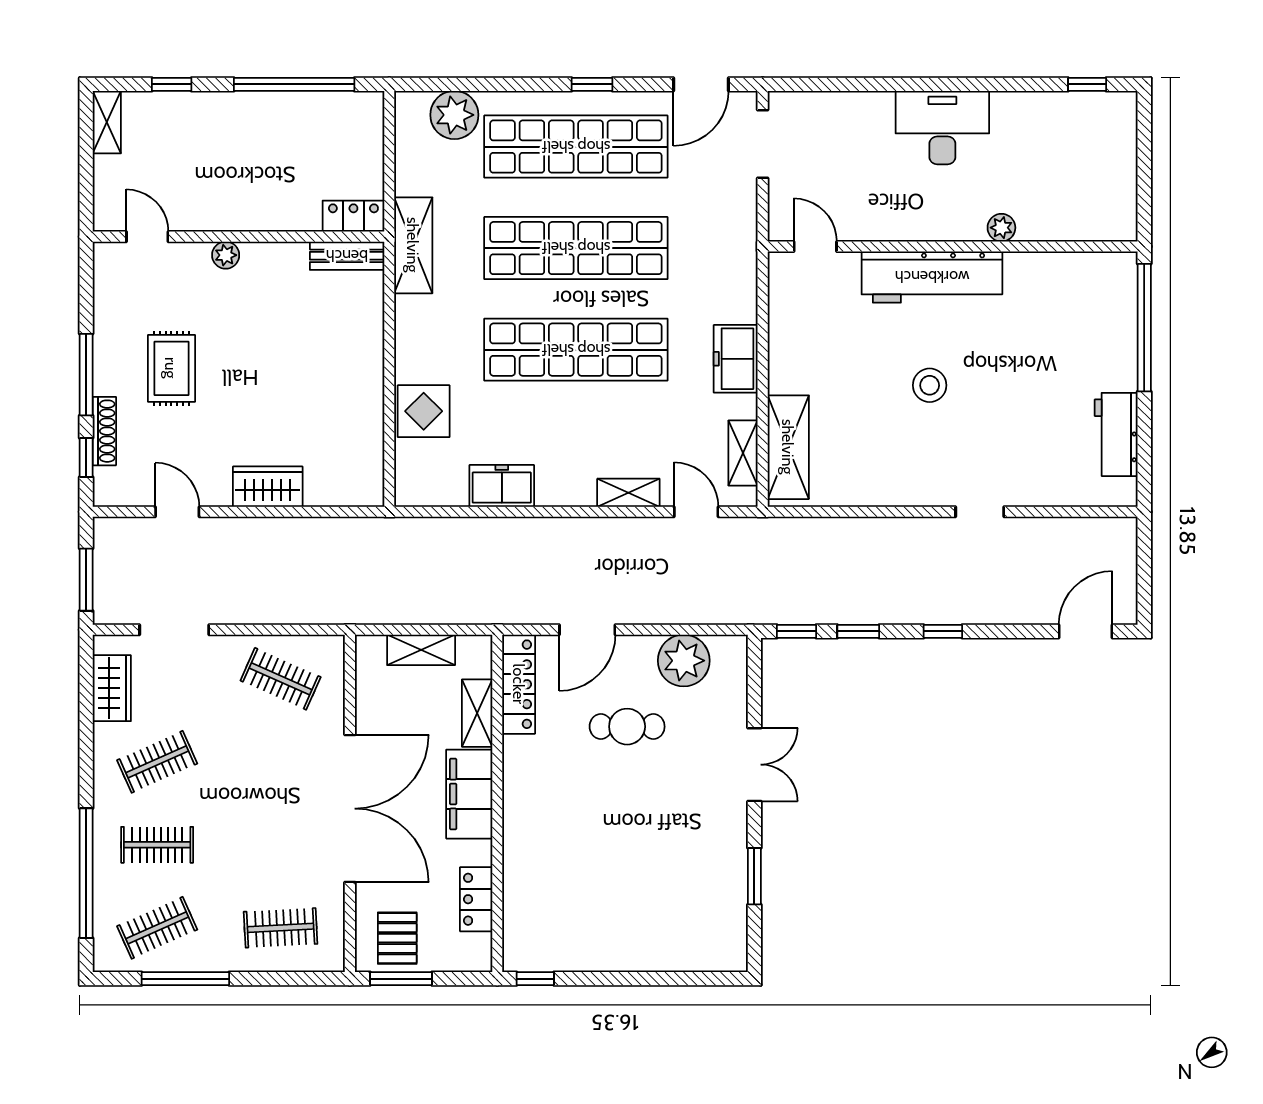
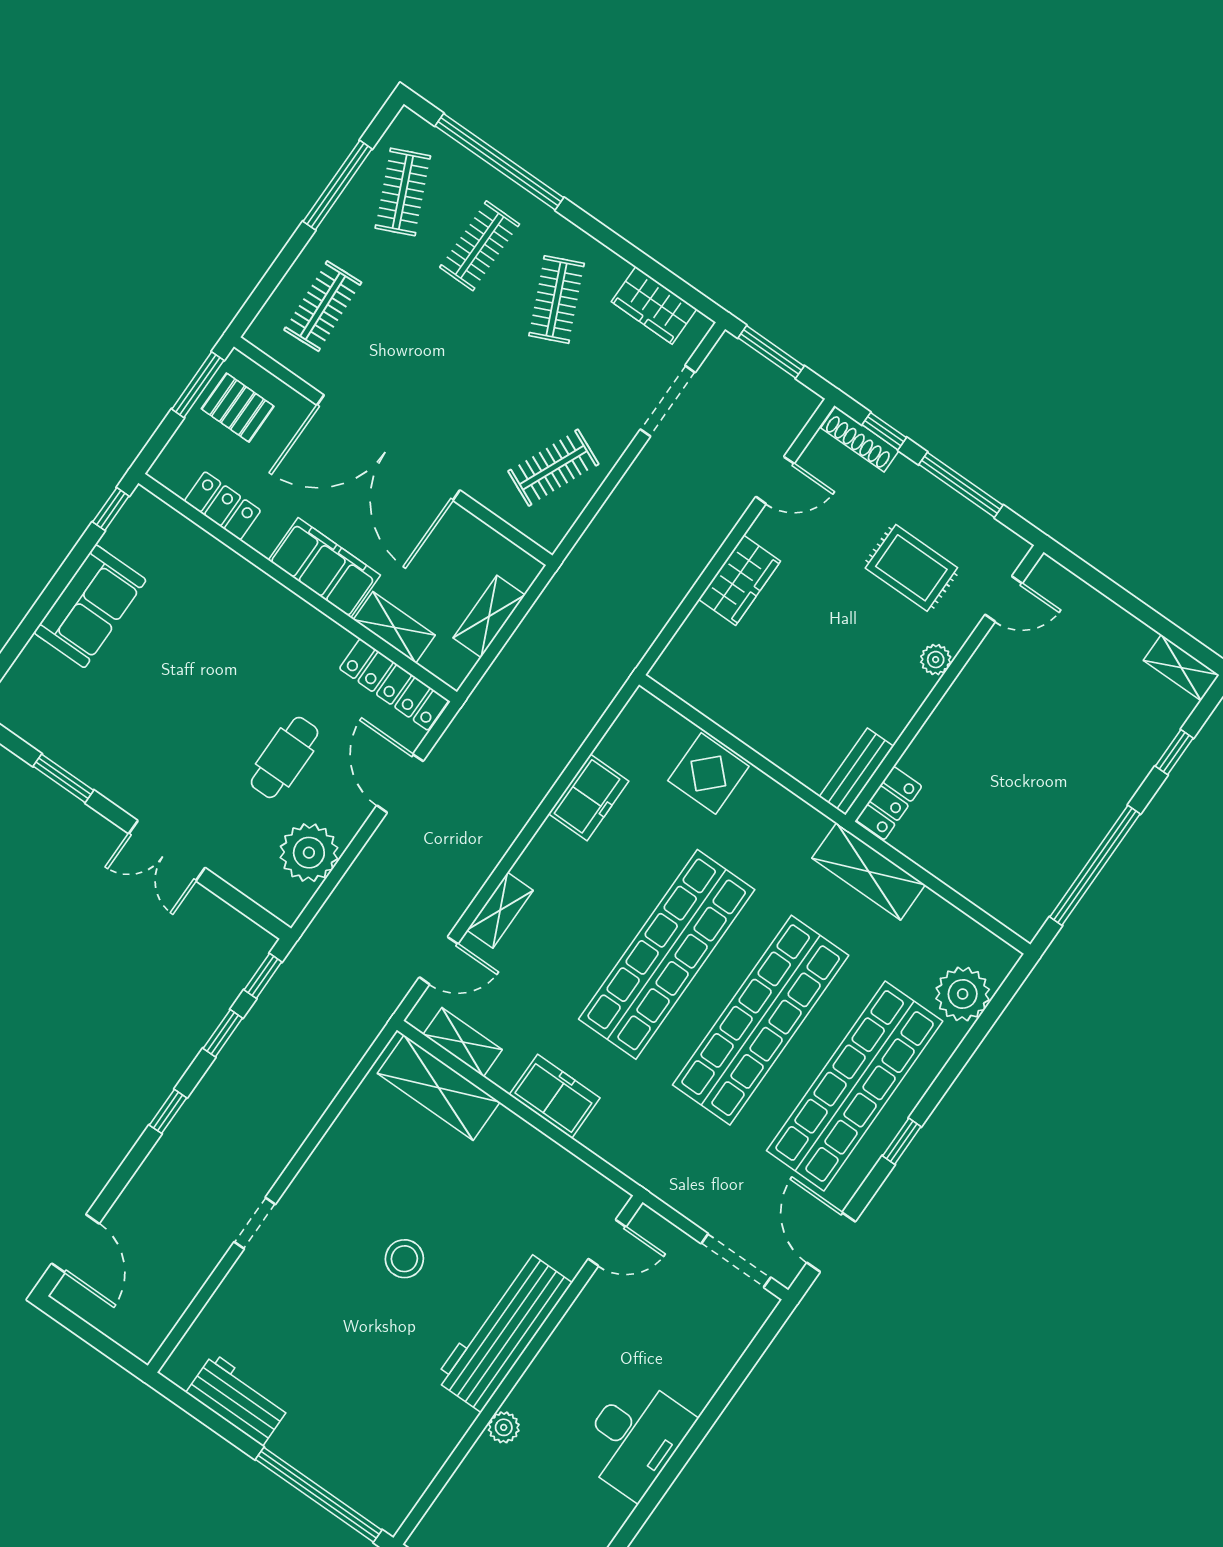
locker: (353, 216) -> (889, 803), moved
door: (147, 237) -> (1004, 599), moved
wall: (238, 237) -> (944, 683), moved
plant: (226, 255) -> (936, 660), moved
bench: (347, 256) -> (856, 771), moved
shoe rack: (104, 431) -> (860, 439), moved
sofa: (616, 944) -> (90, 606), added

